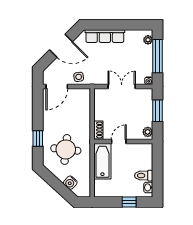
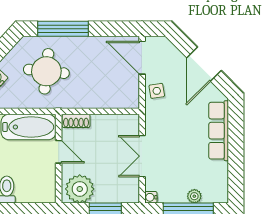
plant: (148, 40) -> (194, 196), moved
double door: (122, 86) -> (142, 156), swing flipped
plant: (148, 132) -> (80, 189), width x1.87, depth x1.87
window: (38, 138) -> (63, 29), width x2.17

